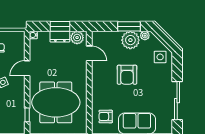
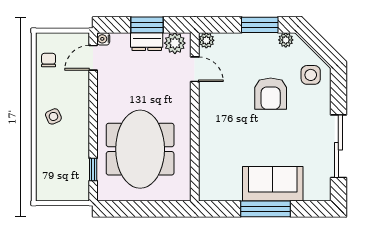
plant: (130, 40) -> (206, 40), moved, width x0.53, depth x0.53
door: (27, 68) -> (93, 58), moved
armchair: (127, 75) -> (271, 94), moved
meeting table: (56, 102) -> (140, 149), turned 90
armchair: (106, 116) -> (222, 172), removed

